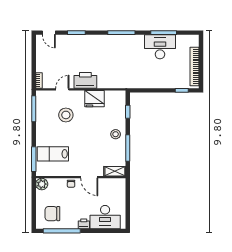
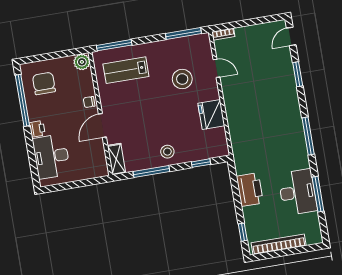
printer: (85, 80) -> (250, 190), moved
lab bench: (53, 154) -> (126, 70), turned -90

